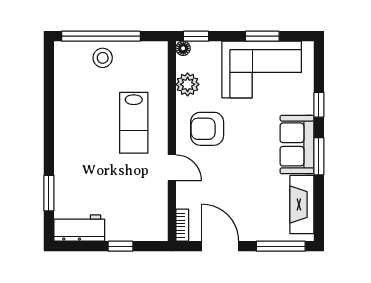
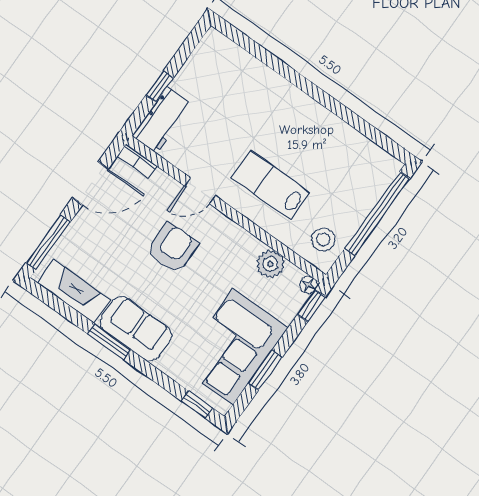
stool: (103, 58) -> (323, 240), moved
window: (319, 105) -> (197, 405), moved
armchair: (207, 129) -> (172, 248), moved
window: (49, 193) -> (261, 54), removed
workbench: (79, 228) -> (162, 120), moved

